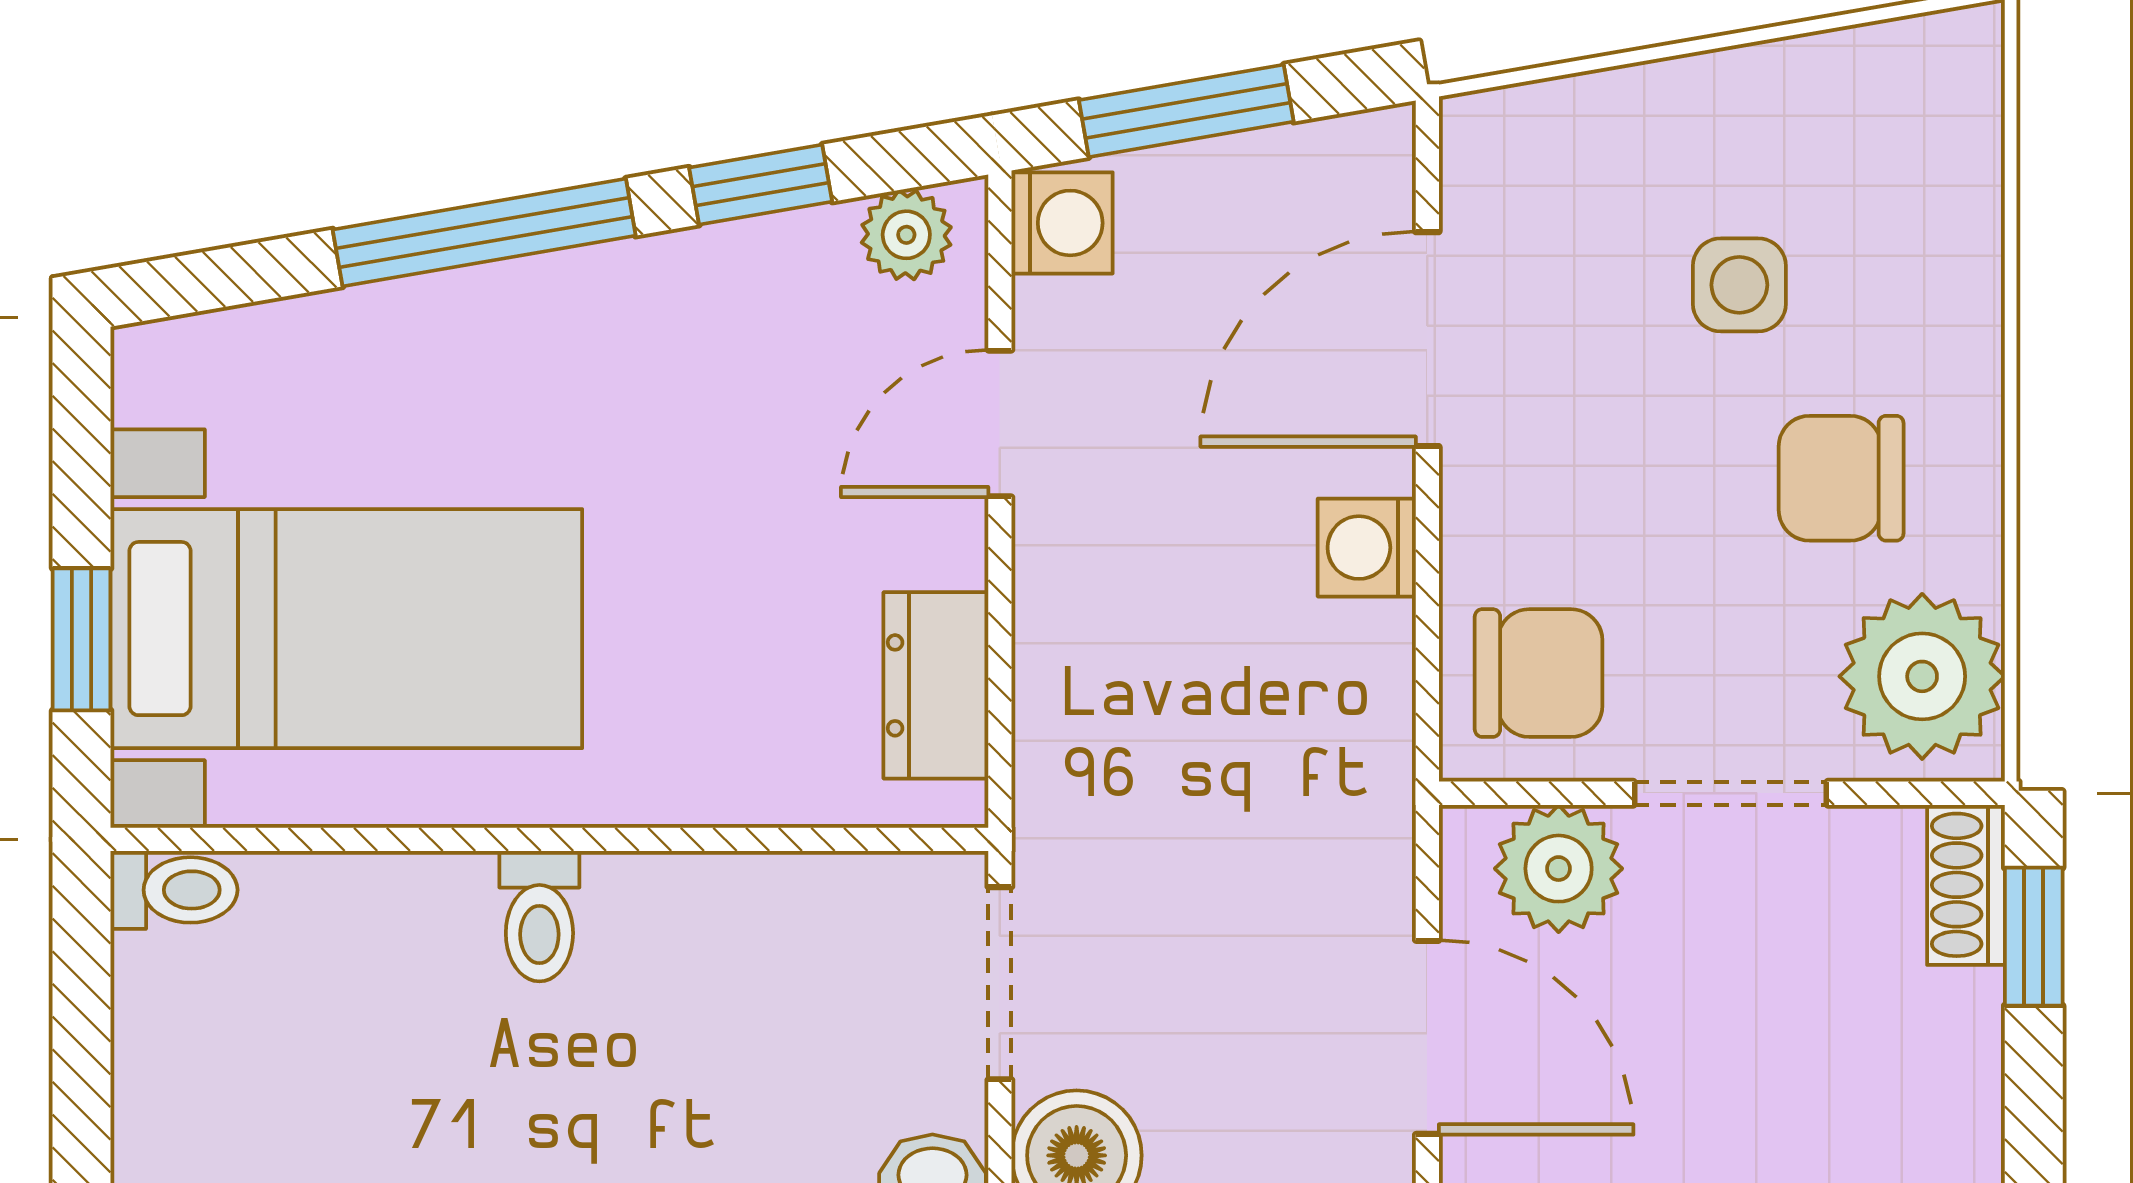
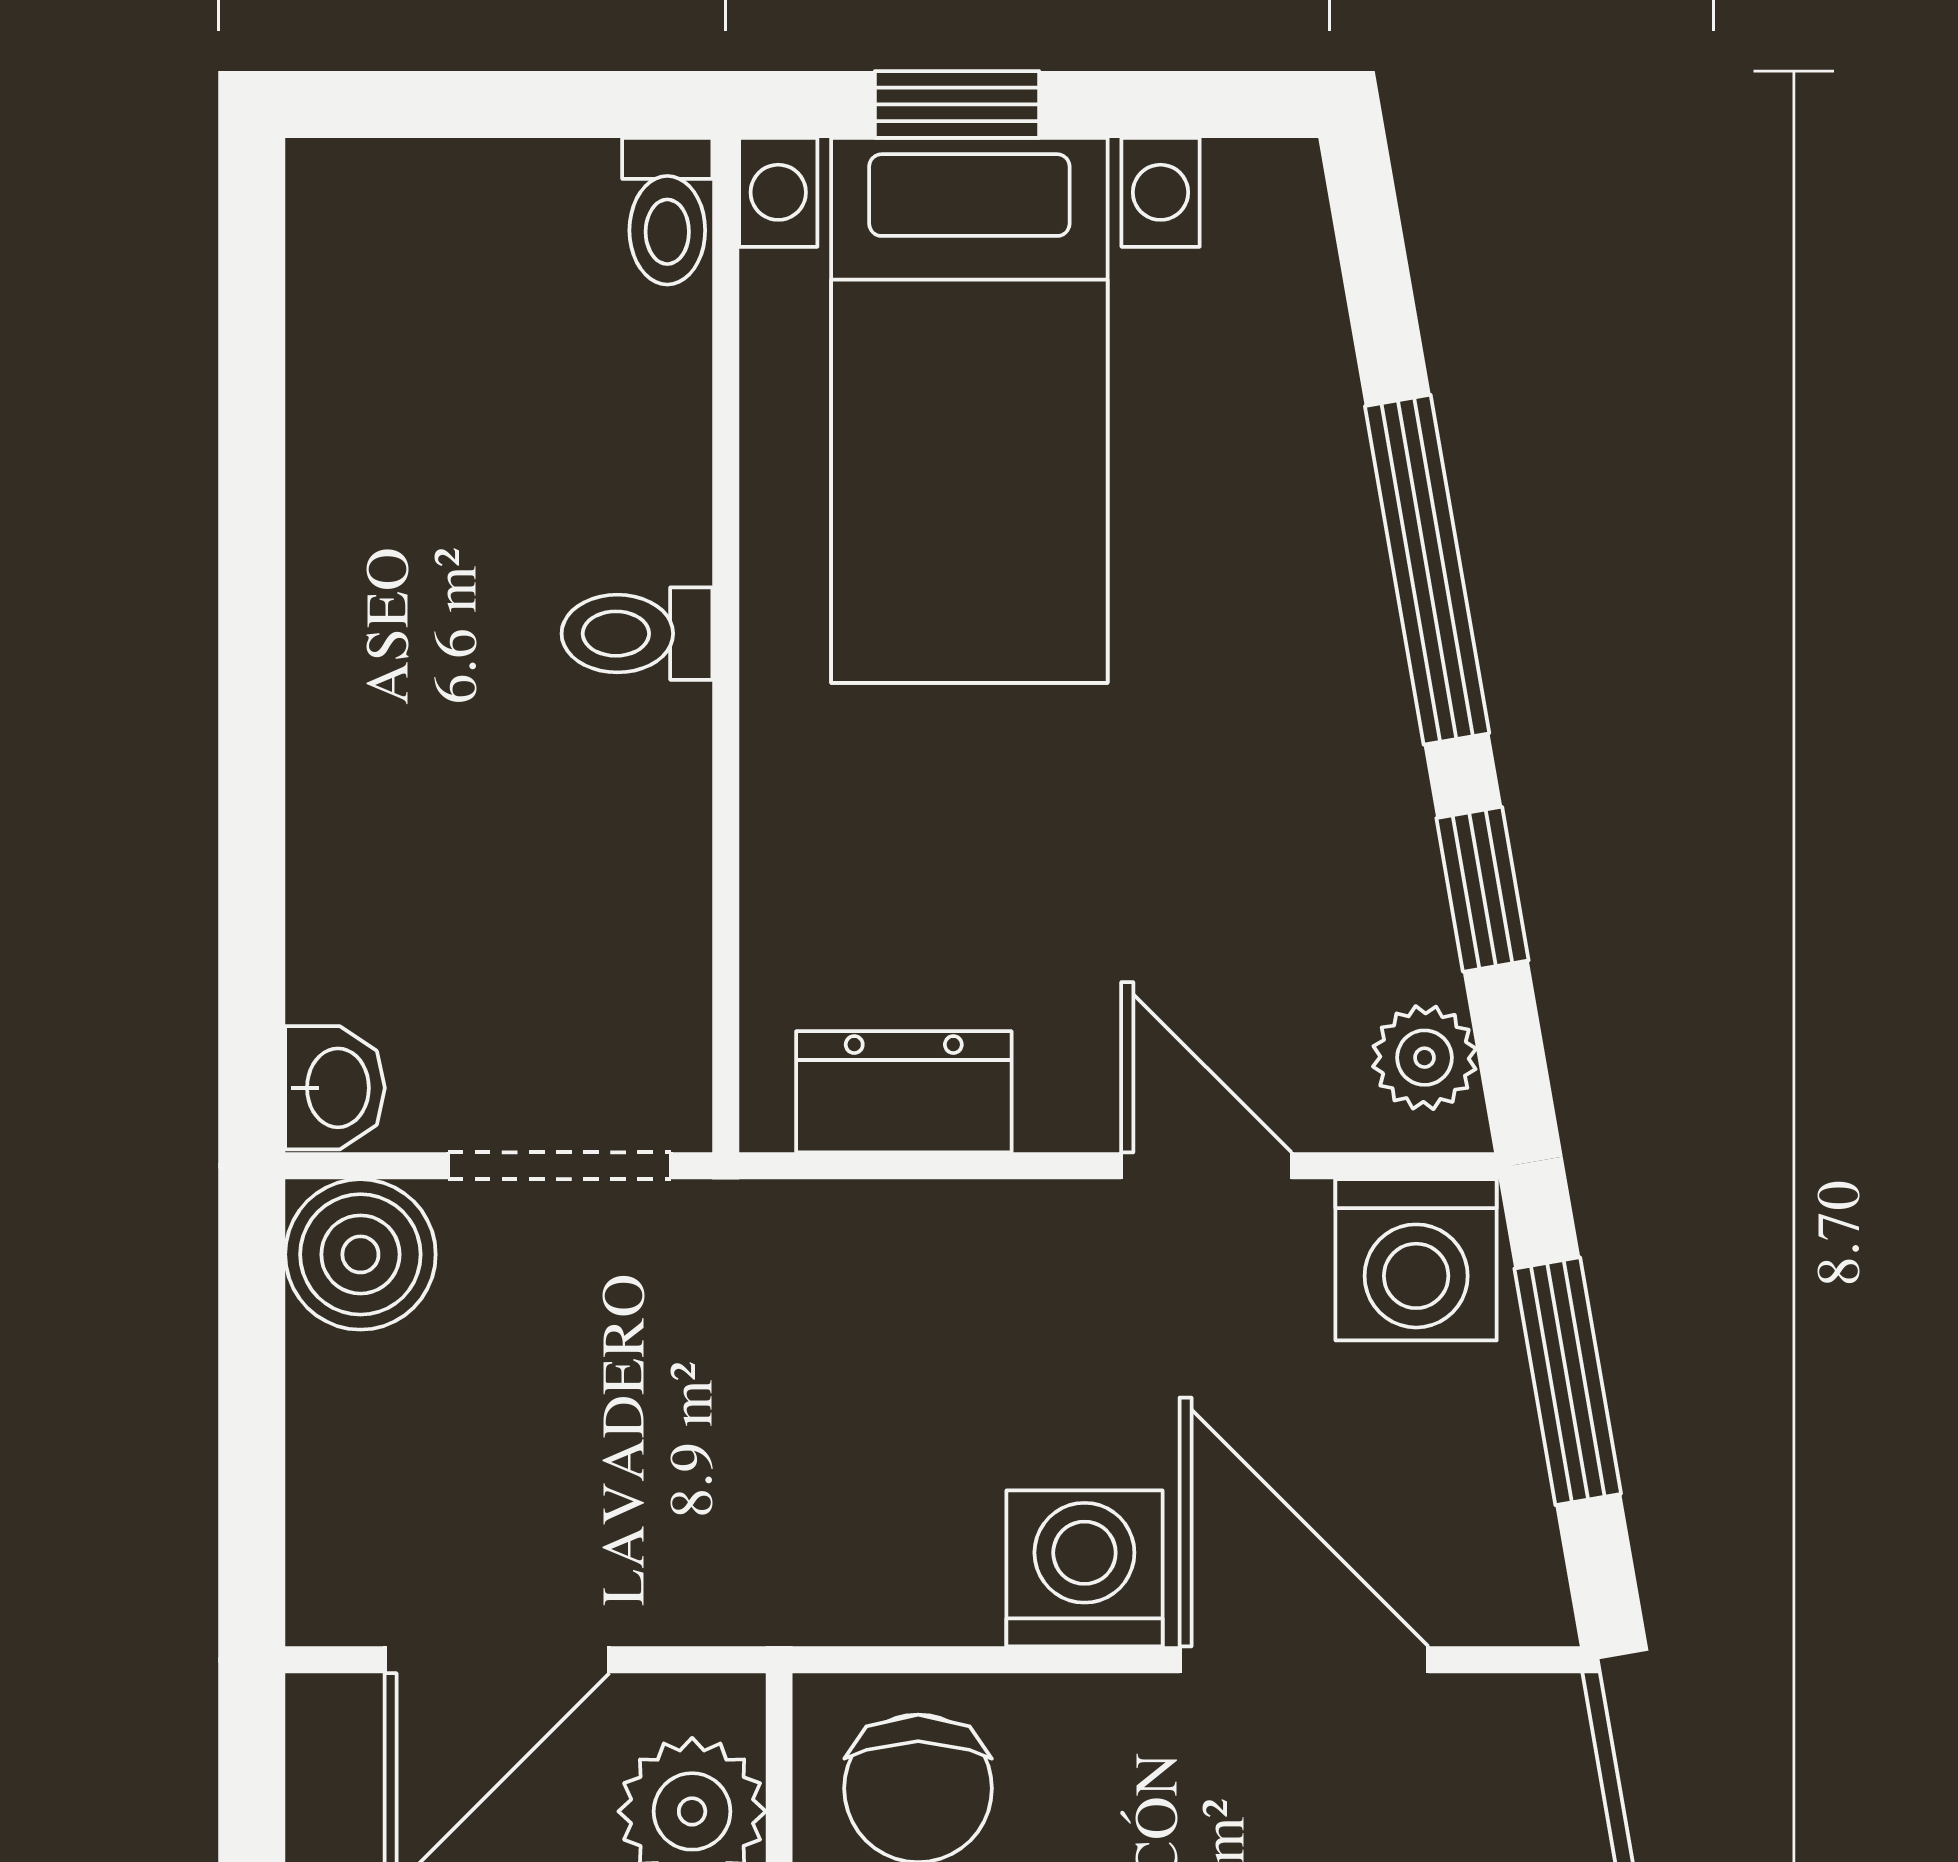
washing machine: (1062, 223) -> (1416, 1260), width x1.38, depth x1.38
washing machine: (1367, 548) -> (1084, 1568), width x1.38, depth x1.38

